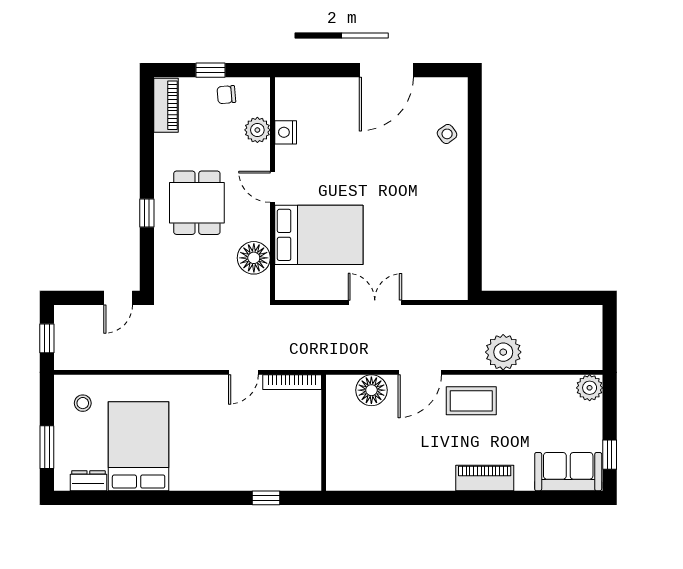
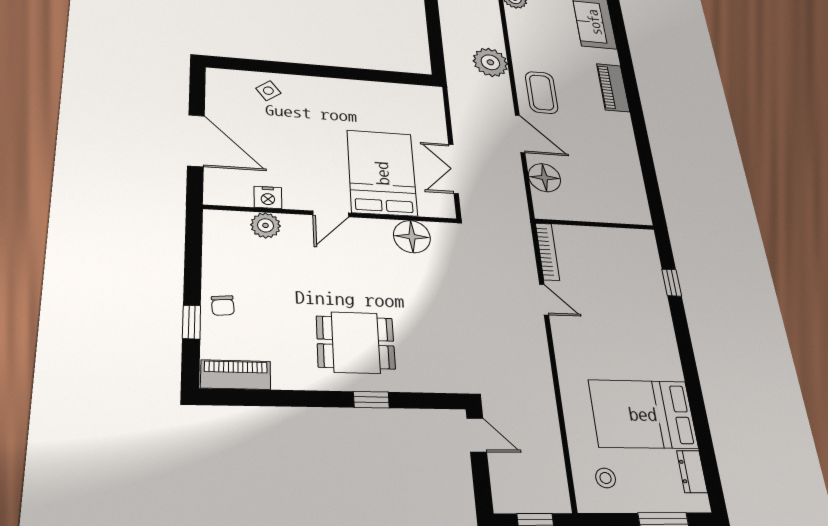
plant: (257, 130) -> (266, 225), moved
nightstand: (286, 132) -> (268, 197), moved
door: (272, 187) -> (331, 214), moved
wall: (272, 189) -> (333, 214), moved
bed: (319, 235) -> (382, 173), moved
floor lamp: (254, 258) -> (412, 237), moved

